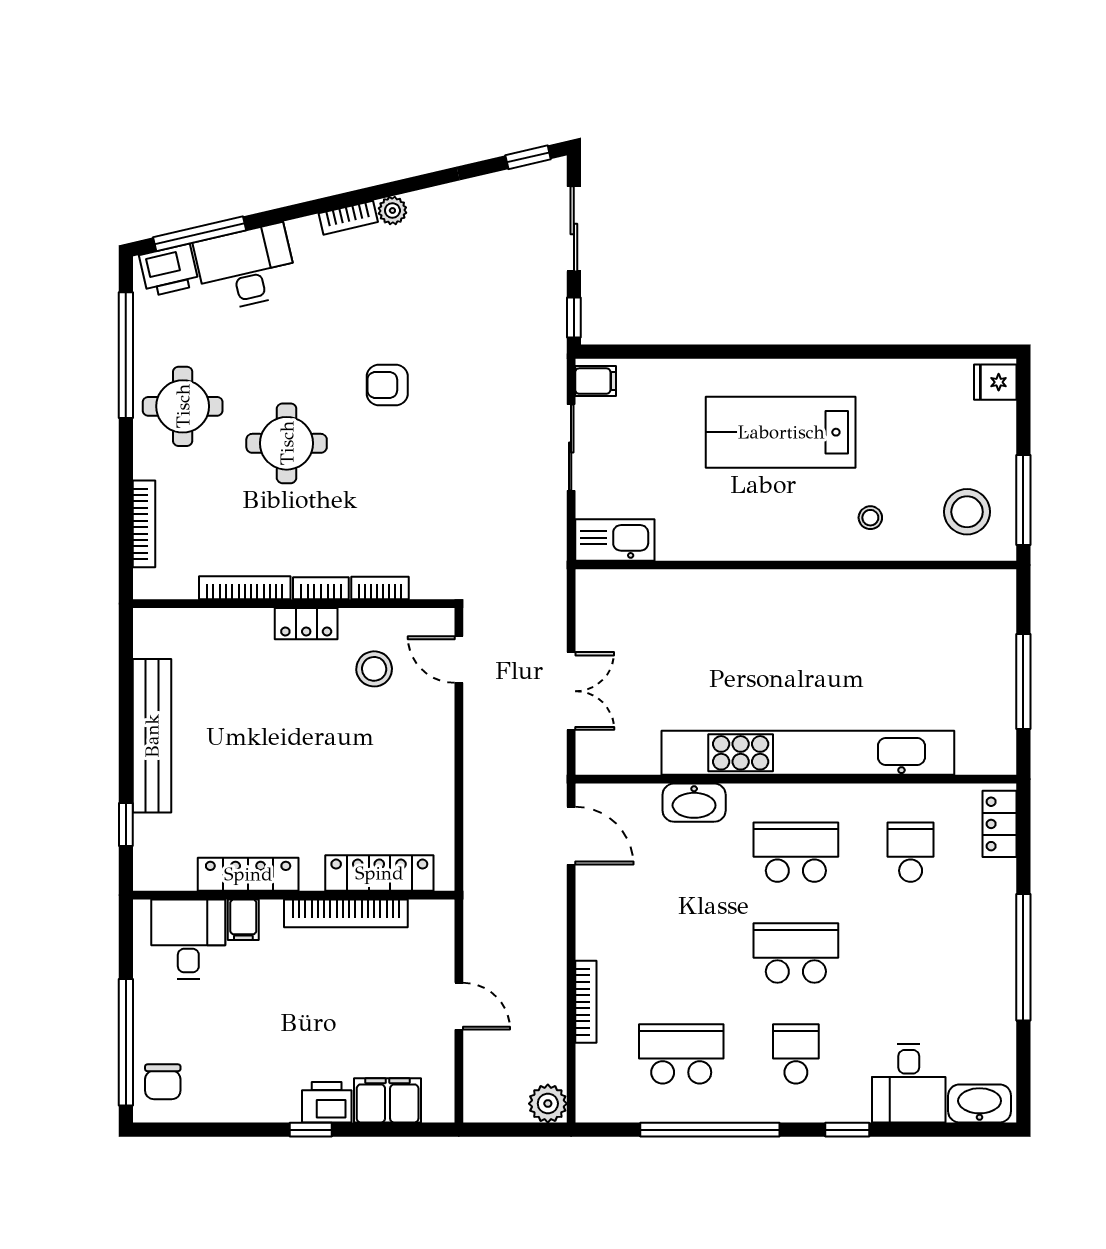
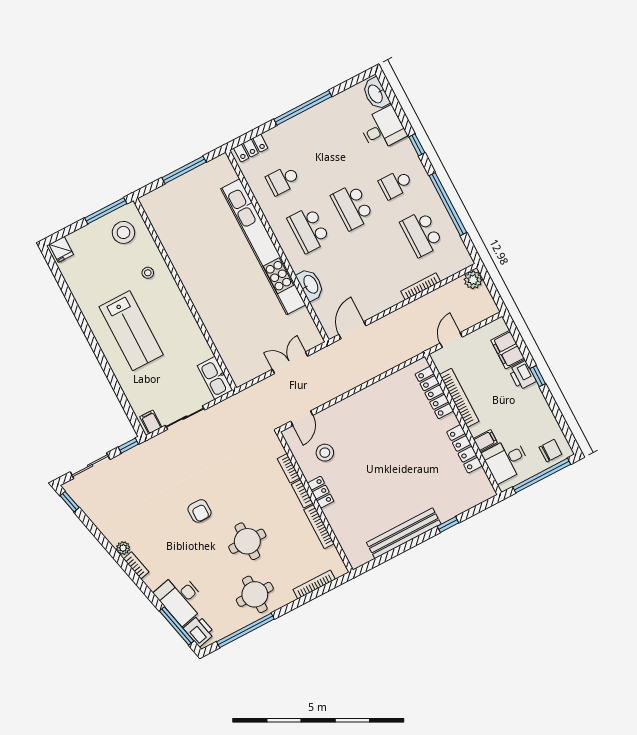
locker: (379, 873) -> (434, 393), moved
locker: (248, 874) -> (464, 449), moved
wall: (294, 895) -> (463, 424), moved
bookcase: (346, 913) -> (459, 398), moved
filing cabinet: (243, 920) -> (485, 441), moved
desk: (188, 939) -> (506, 460), moved

